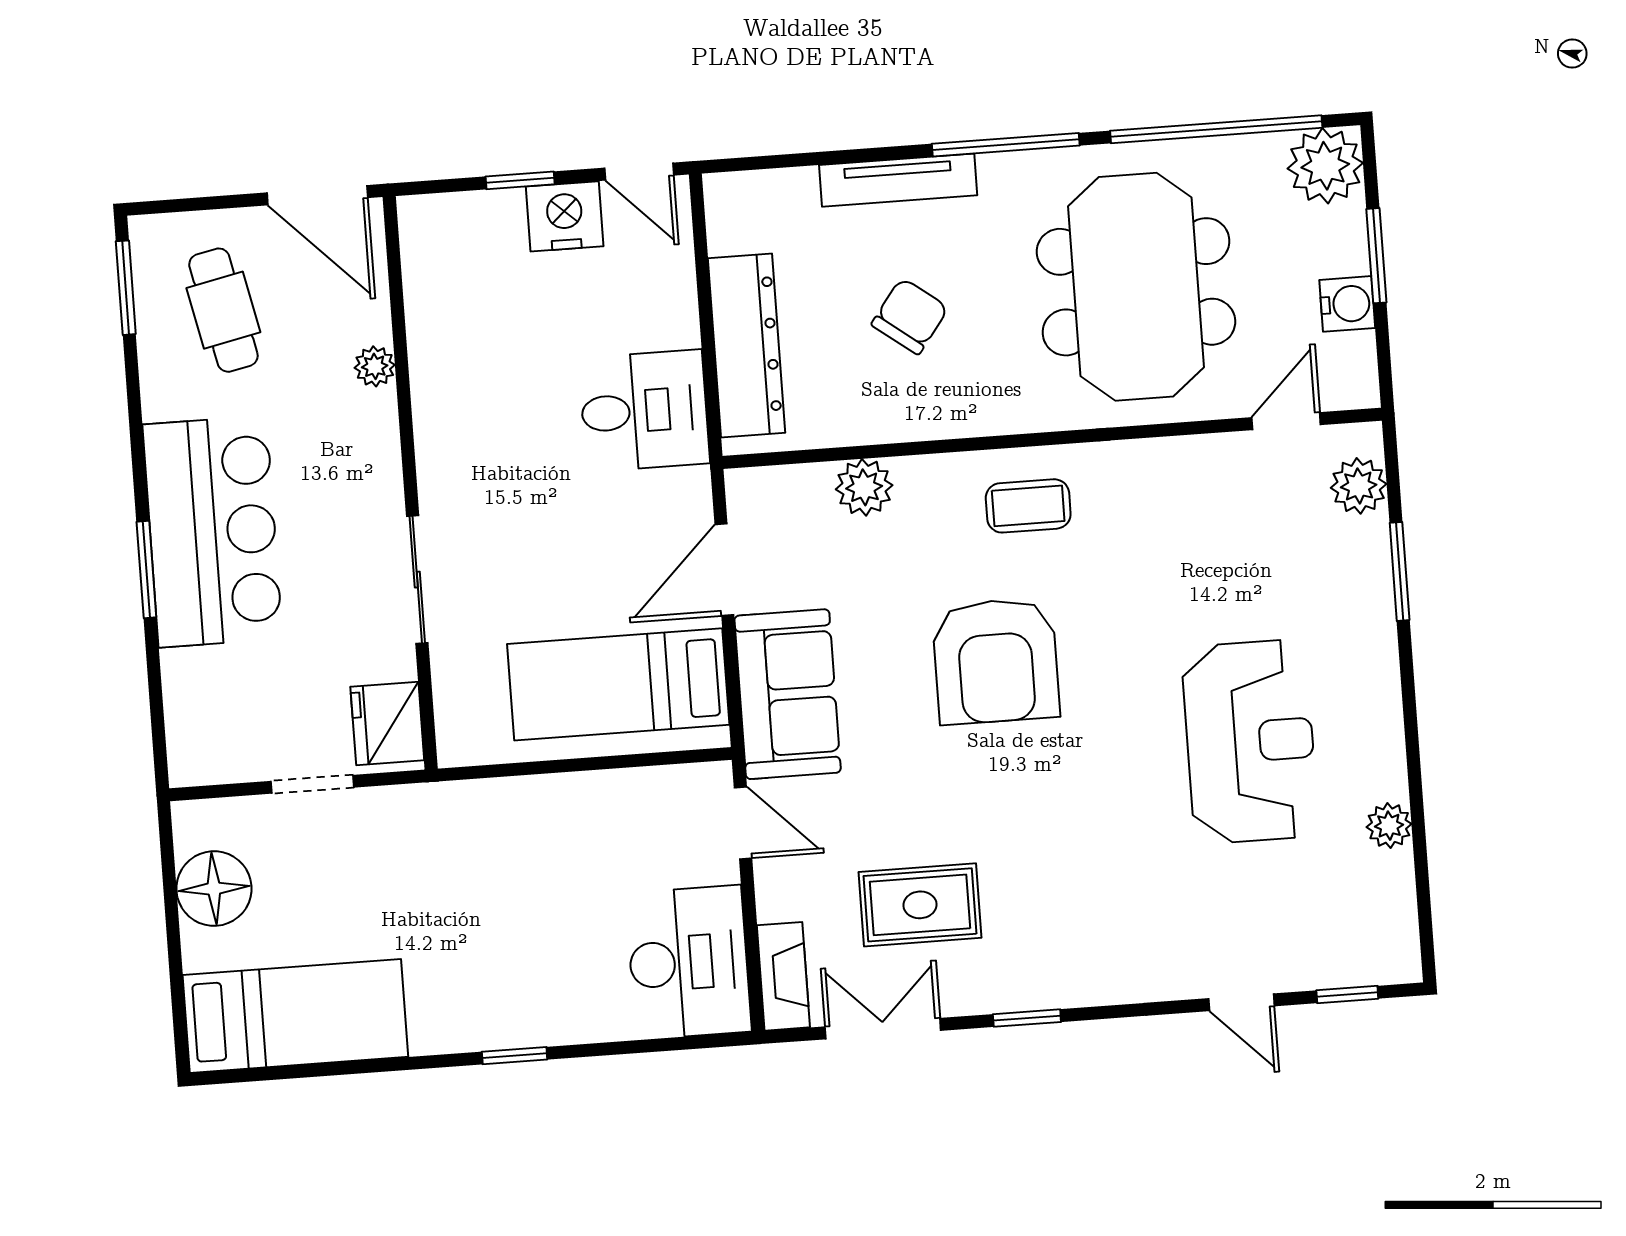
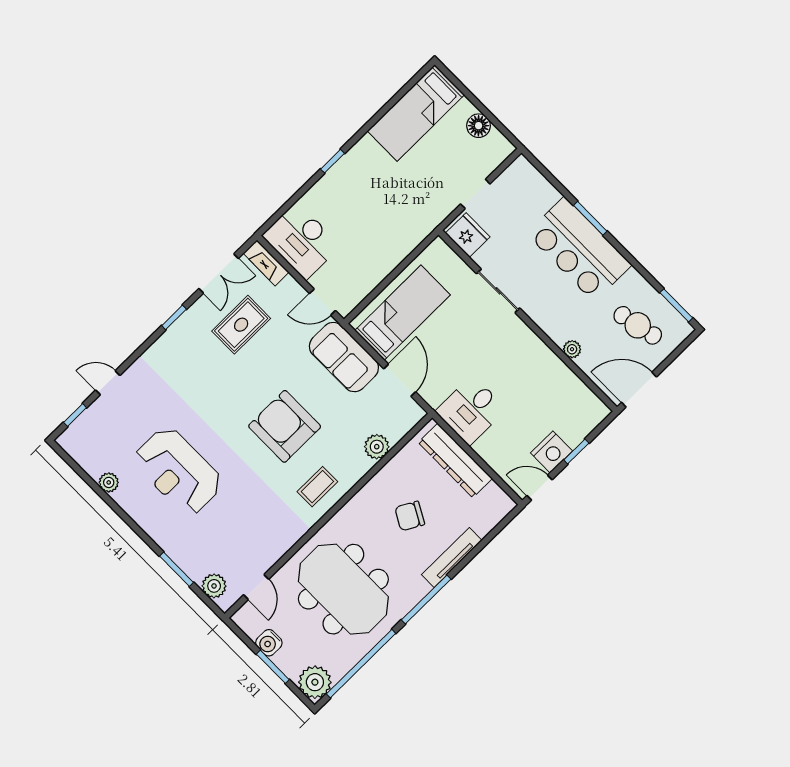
chair: (910, 316) -> (410, 516), turned 82
floor lamp: (214, 889) -> (479, 126), width x0.73, depth x0.73

